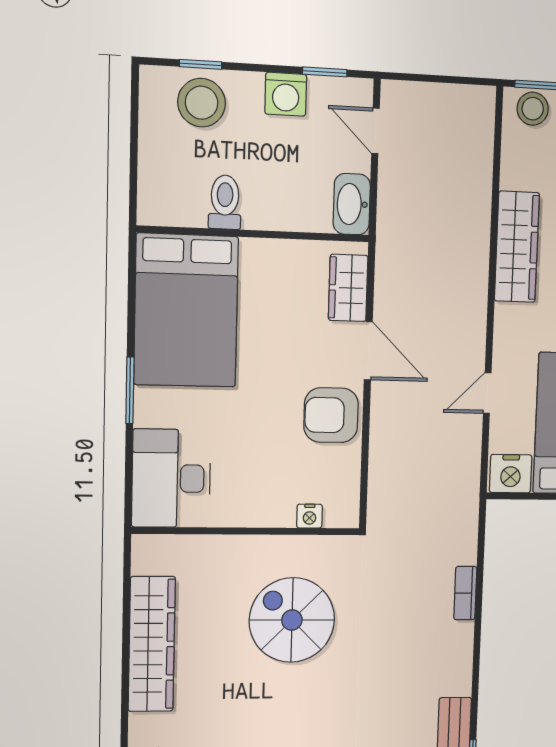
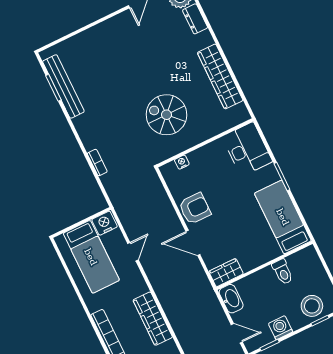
wardrobe: (348, 288) -> (226, 273), moved, turned -90
bed: (186, 311) -> (283, 217), width x0.67
spiral stairs: (292, 620) -> (166, 115), turned 180

